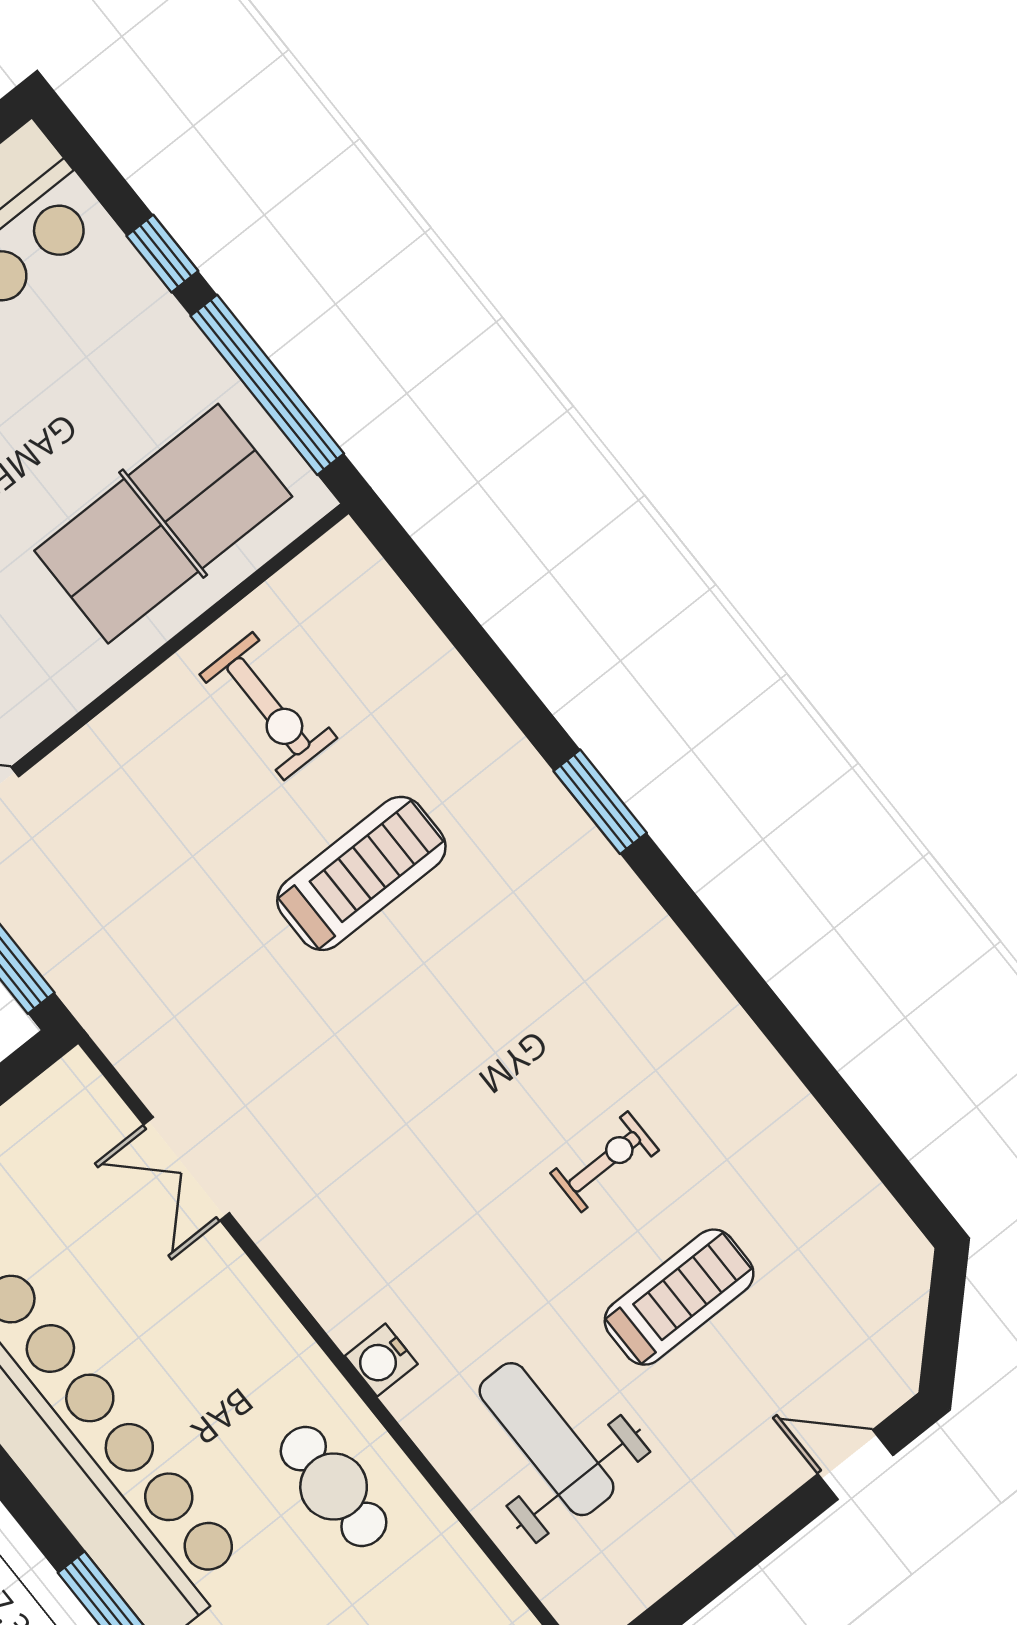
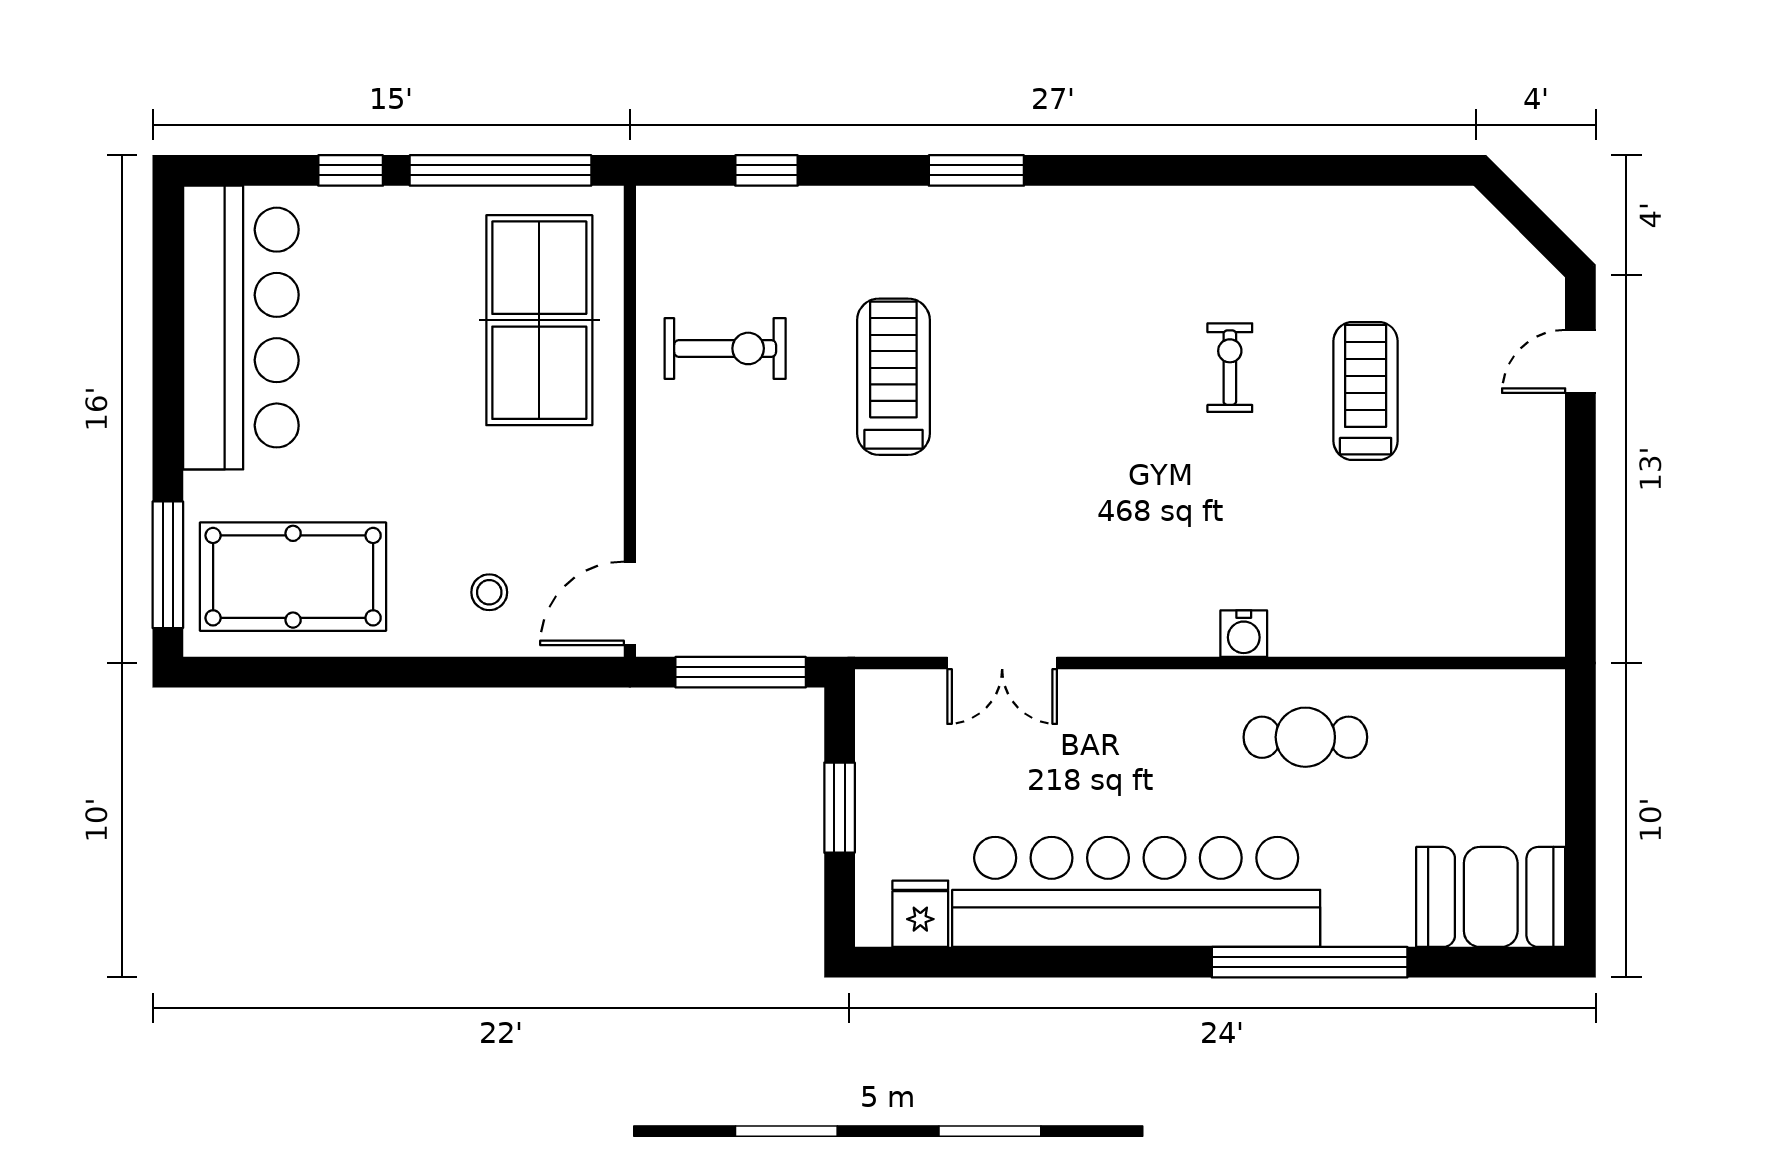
window: (453, 618) -> (766, 170), added
weight bench: (547, 1439) -> (1391, 562), removed

